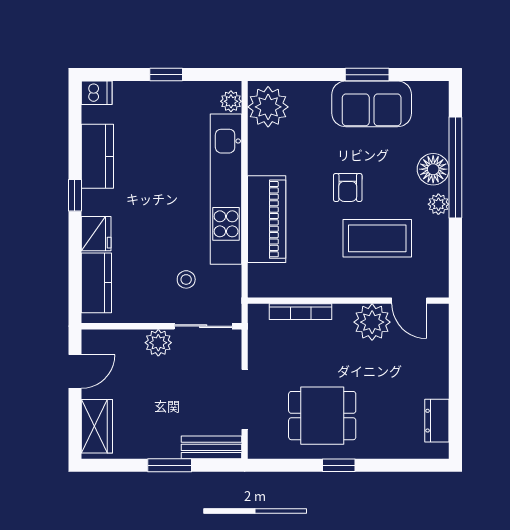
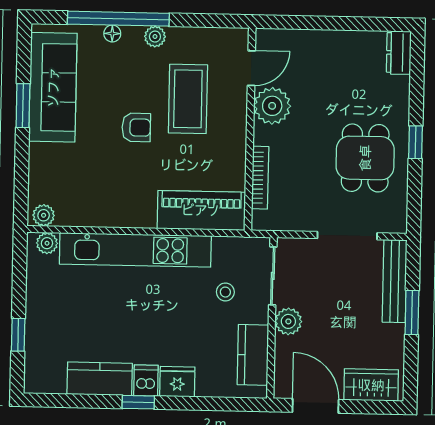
window: (166, 75) -> (18, 335), moved
dishwasher: (97, 93) -> (146, 380), moved
sofa: (372, 104) -> (53, 87), width x1.36
plant: (268, 107) -> (44, 215), width x0.53, depth x0.53
floor lamp: (433, 169) -> (112, 34), width x0.53, depth x0.53
piano: (267, 219) -> (201, 210), moved
kitchen counter: (96, 283) -> (253, 355), moved, turned -90
door: (75, 371) -> (315, 406), width x1.38
dresser: (437, 421) -> (399, 53), moved, turned 90
bench: (212, 447) -> (395, 281), width x1.36

